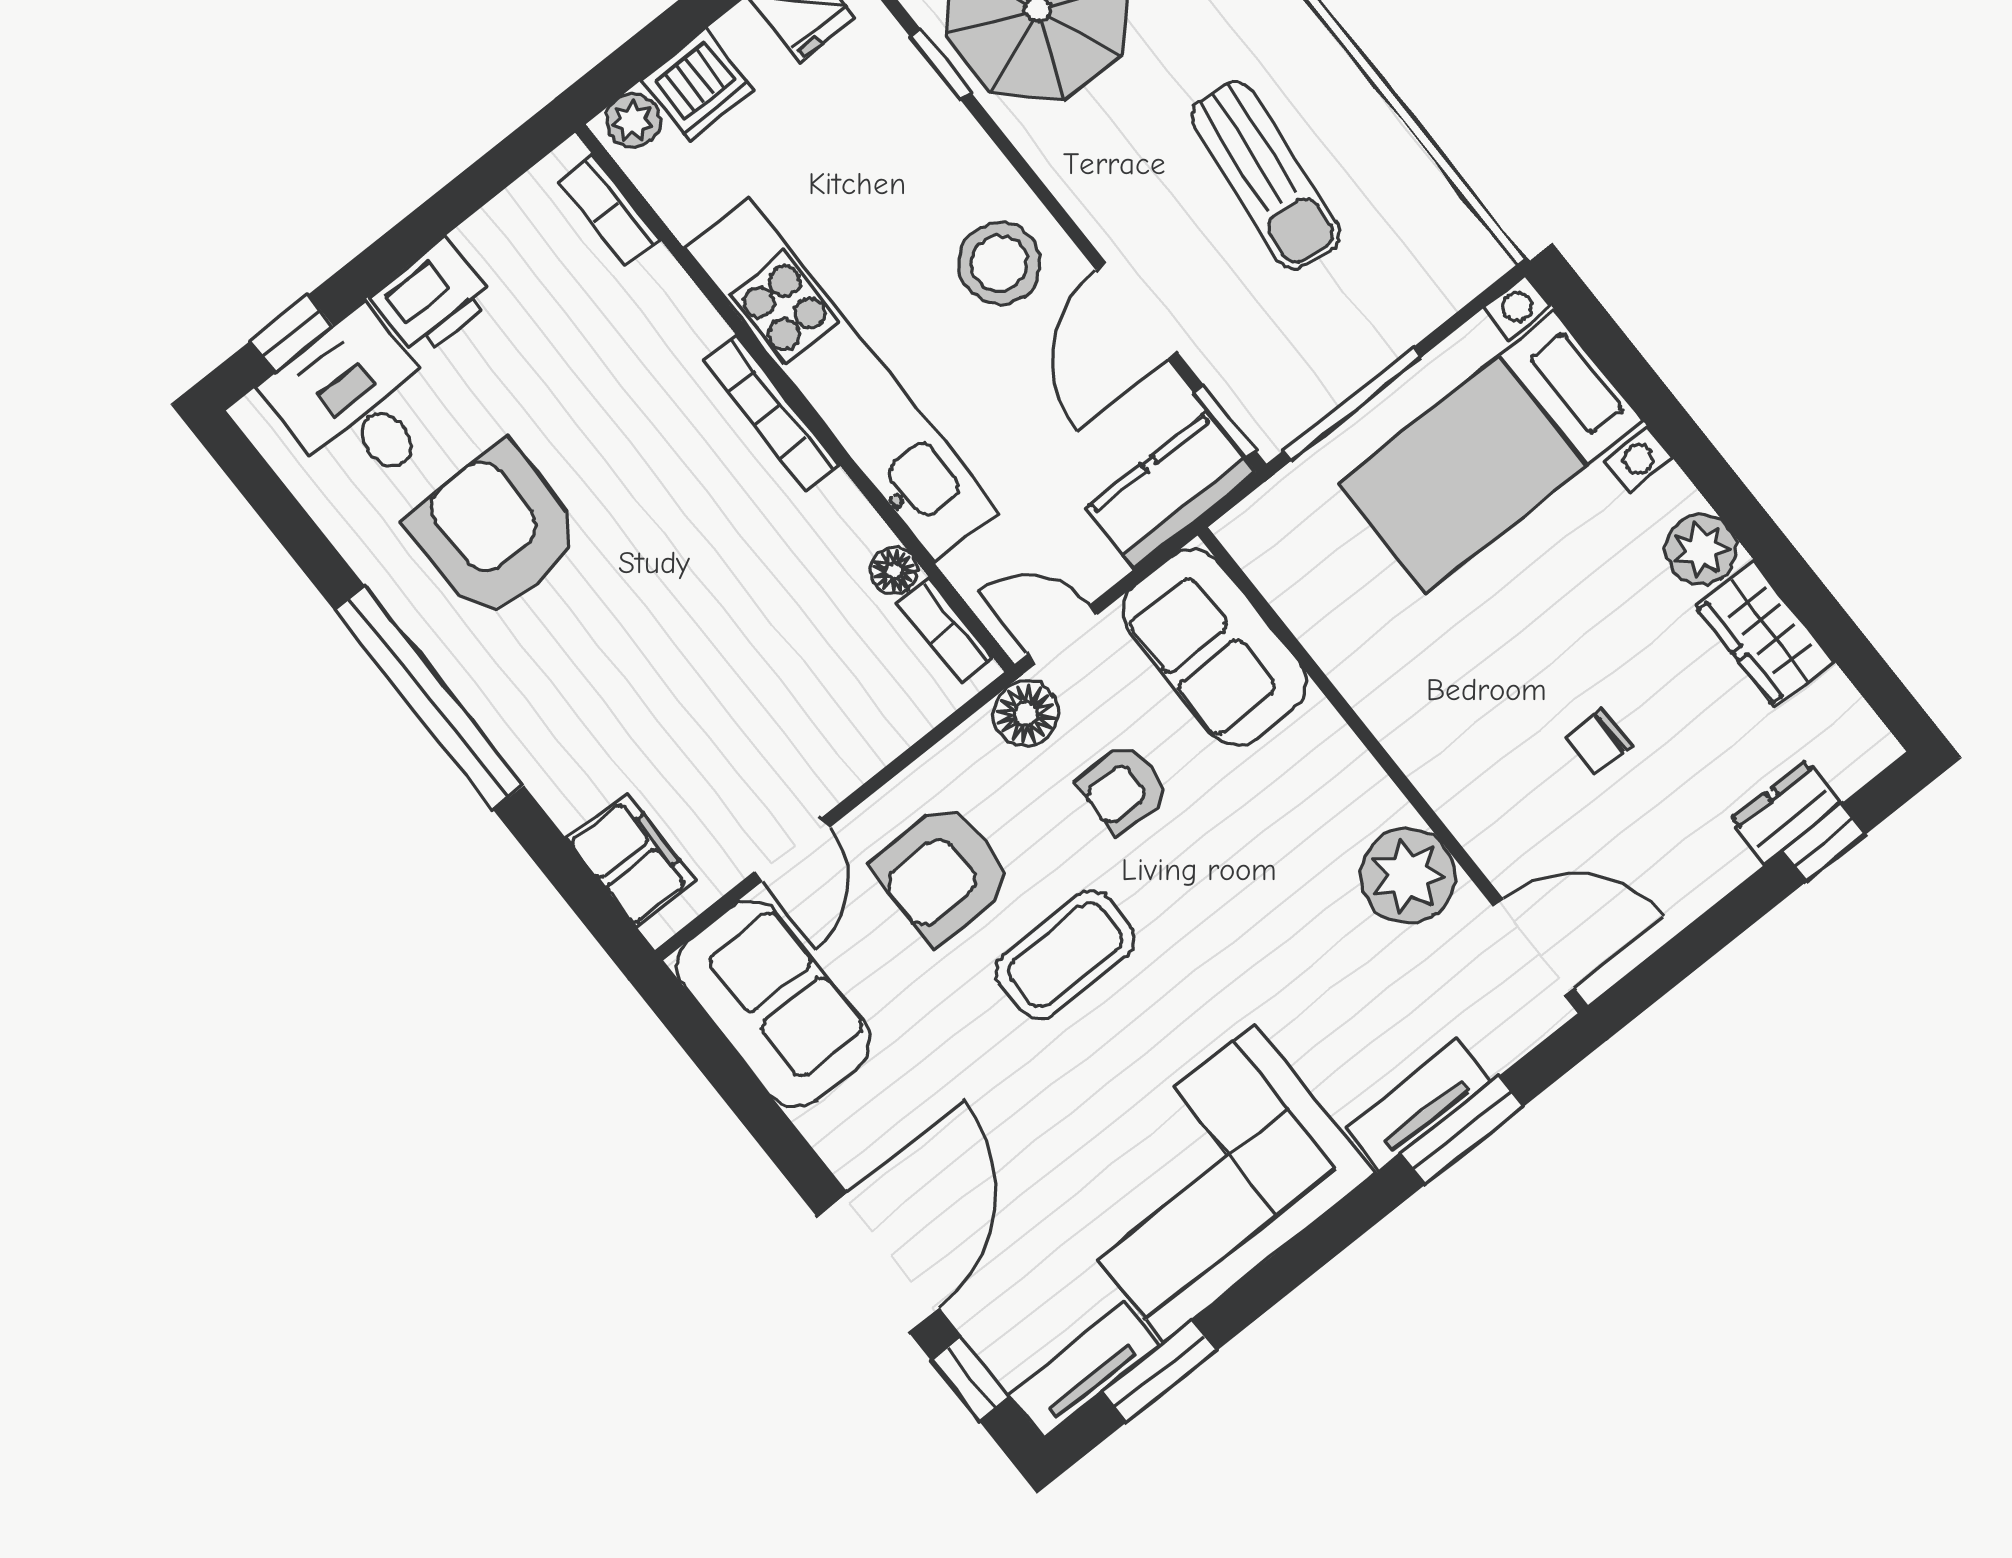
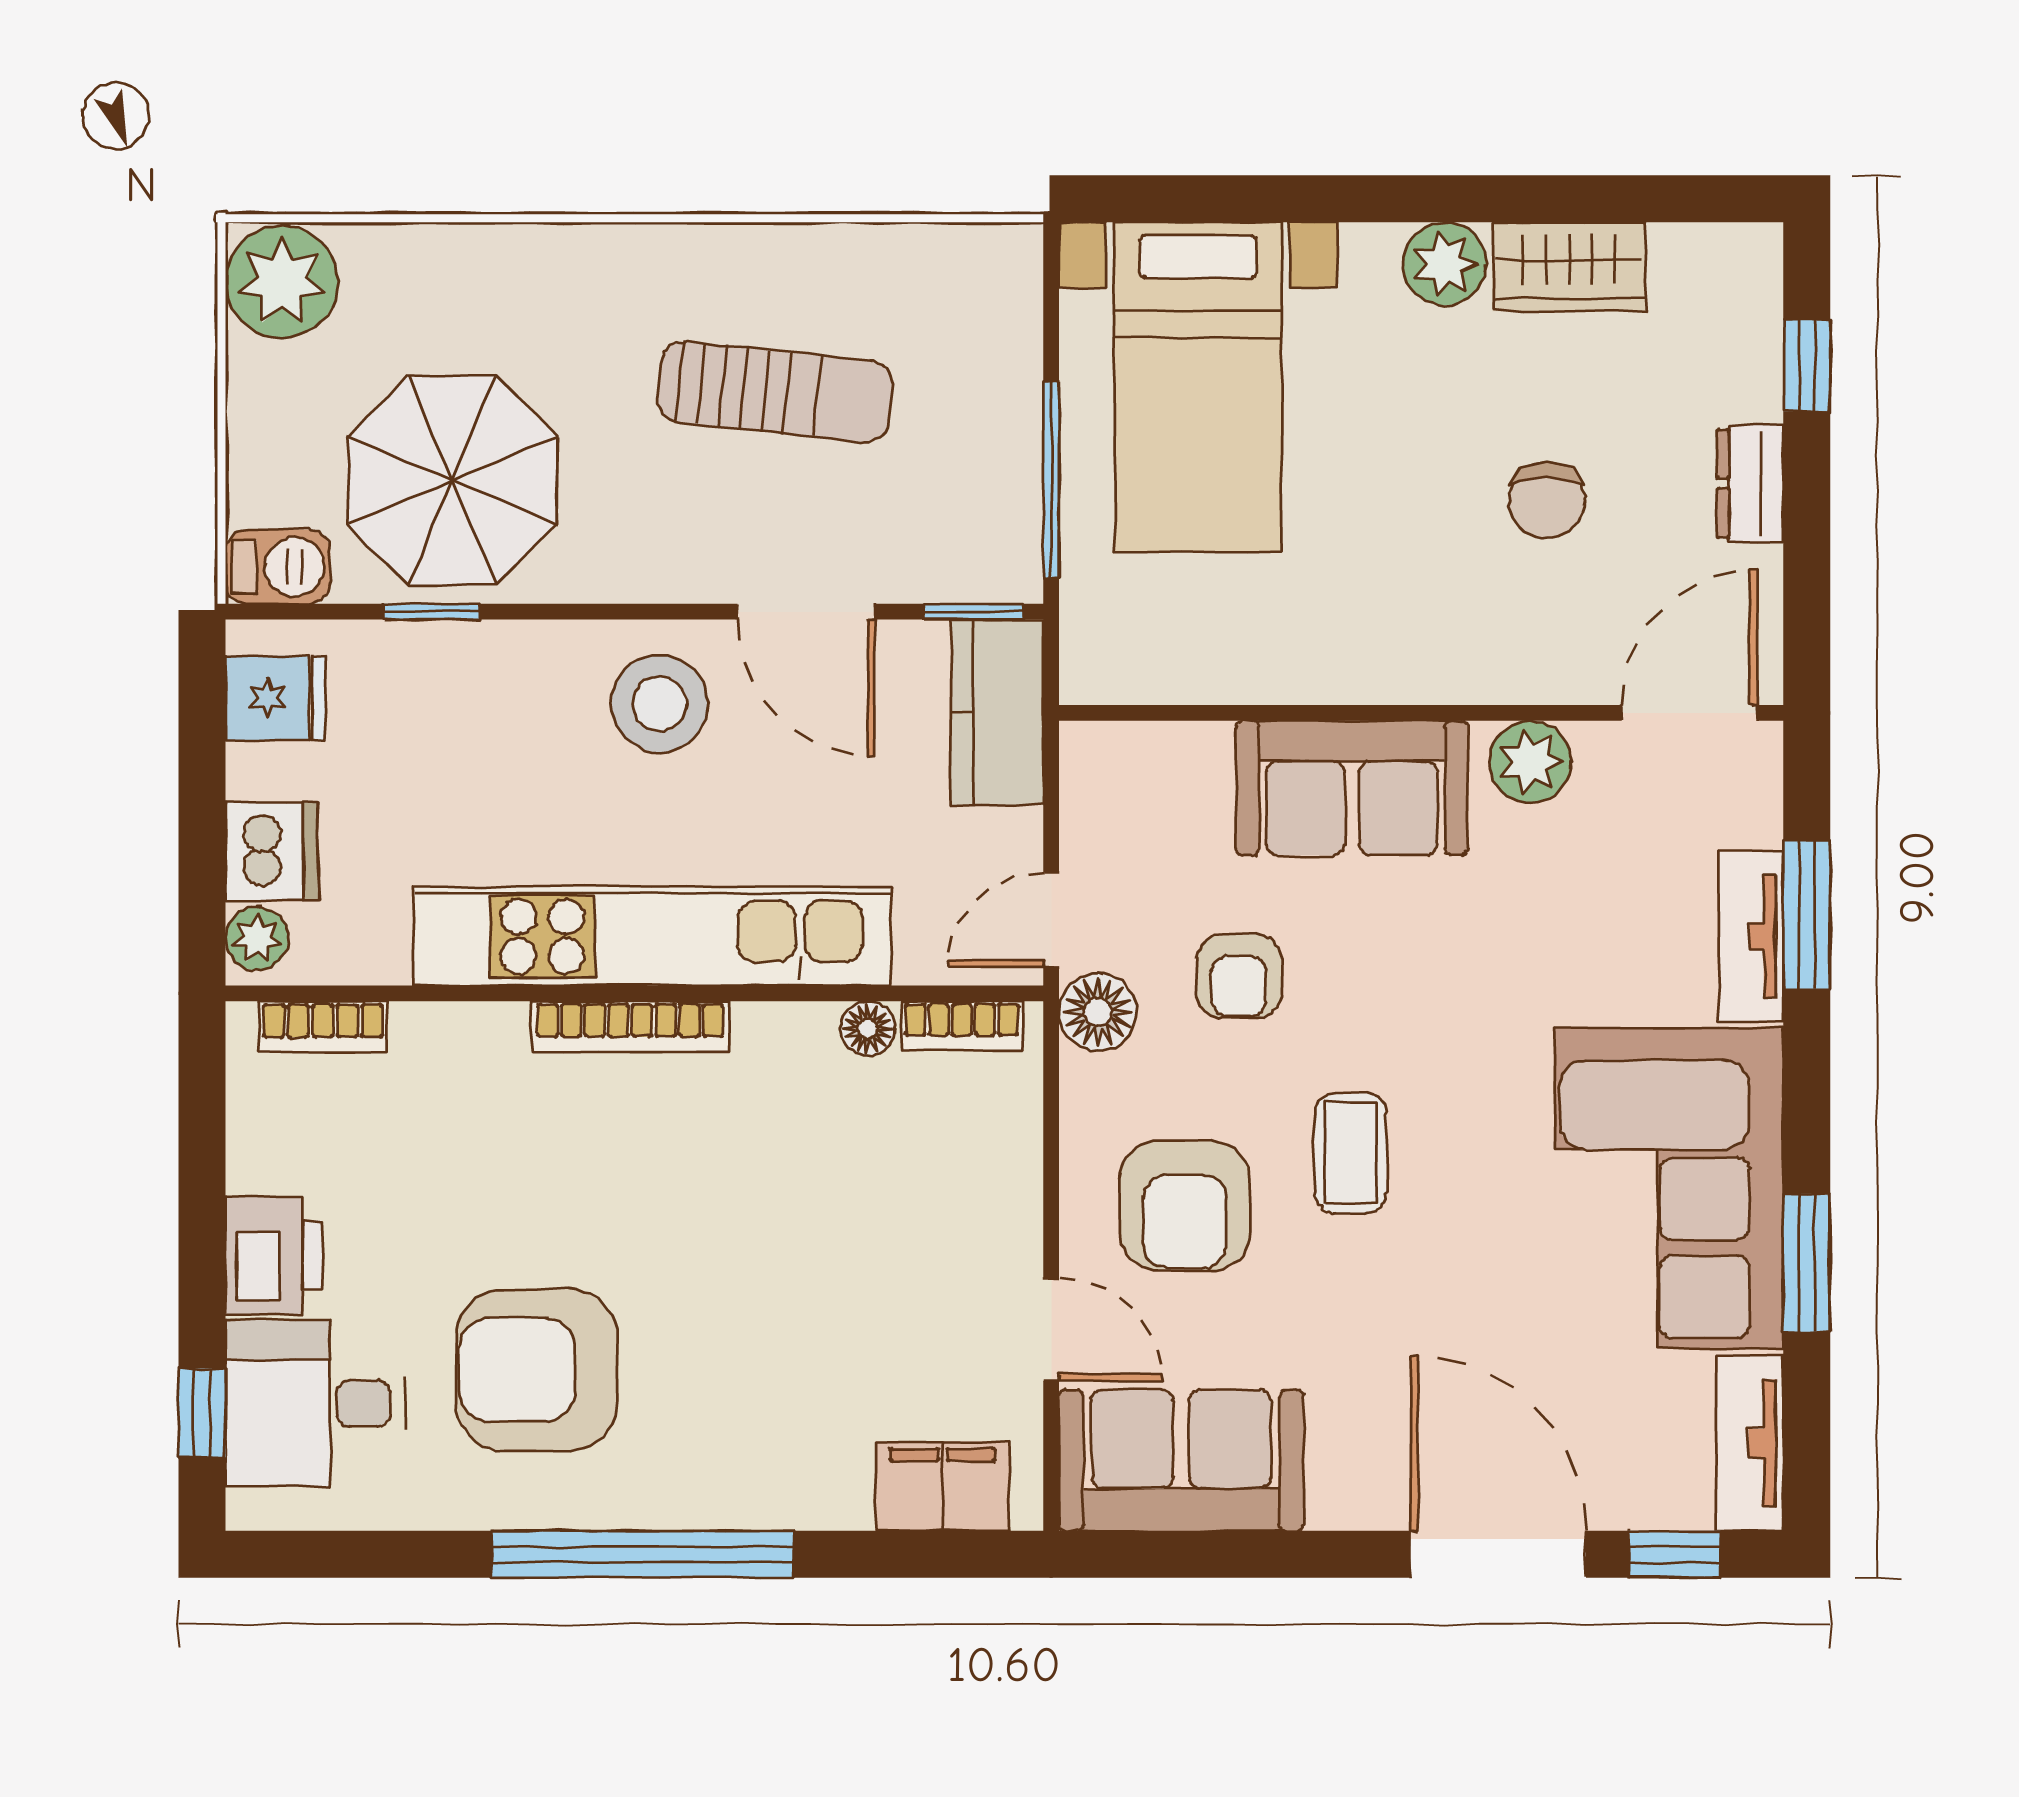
sofa: (1214, 647) -> (1352, 788), moved
chair: (1599, 741) -> (1547, 500), width x1.37, depth x1.37
dresser: (1786, 812) -> (1750, 484), moved
plant: (1408, 876) -> (1530, 762), width x0.73, depth x0.73
coffee table: (1065, 955) -> (1351, 1153), width x0.73, depth x0.77
window: (1159, 1372) -> (1807, 1263), moved

